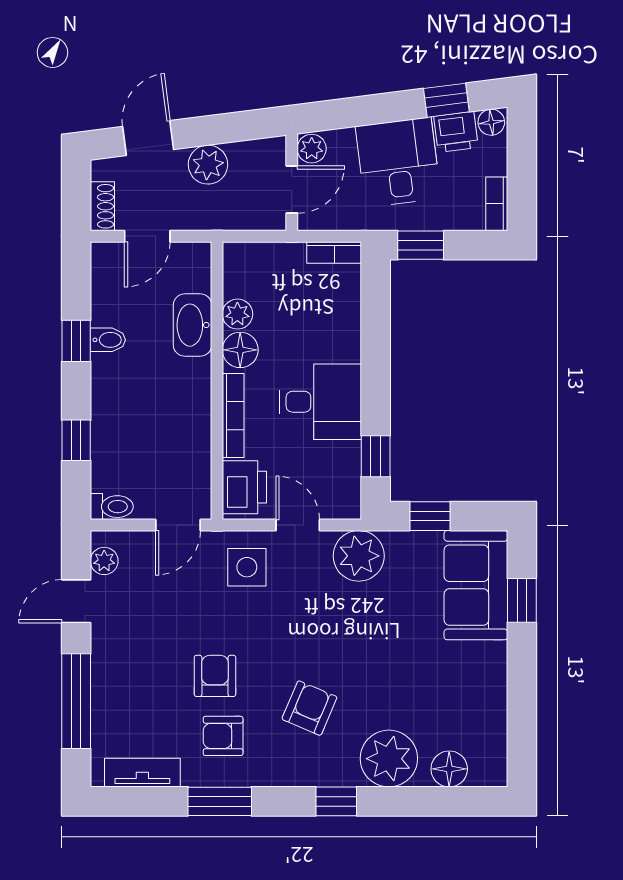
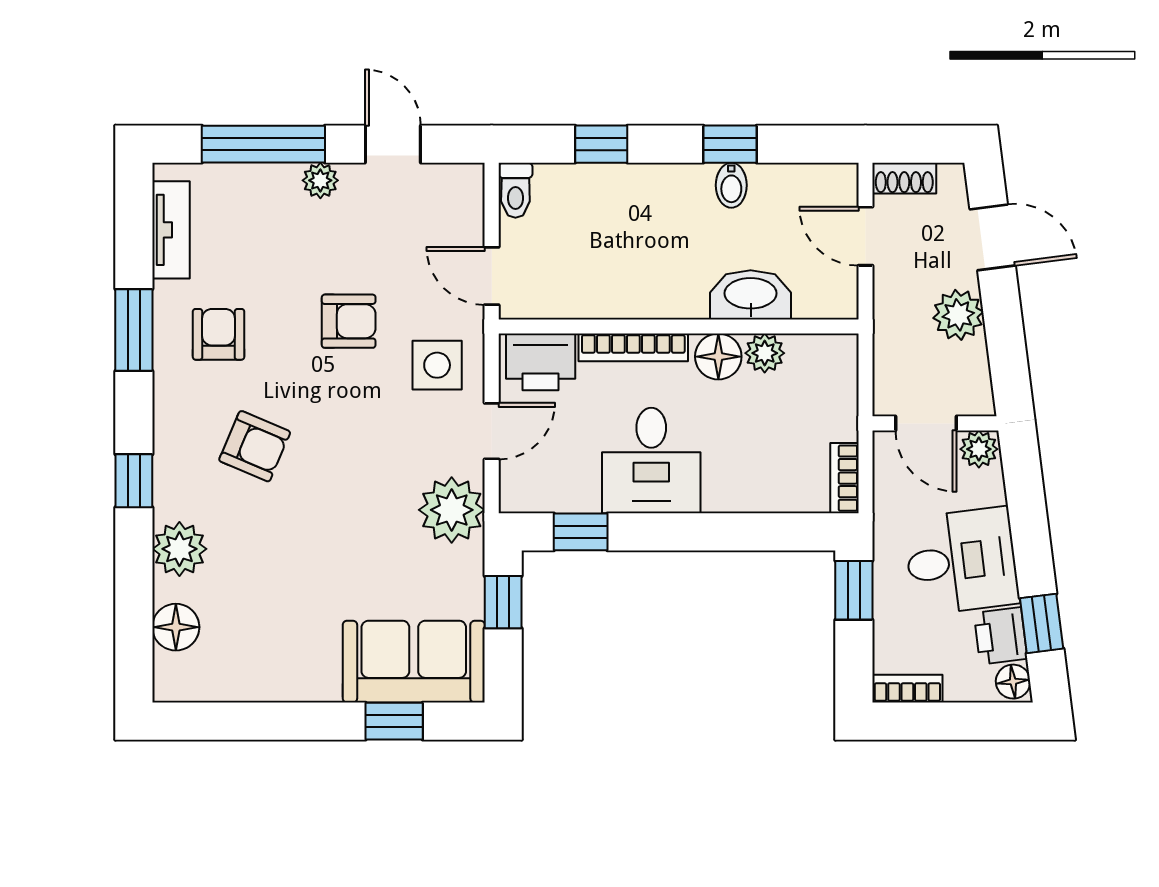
plant: (104, 561) -> (320, 180), moved
armchair: (215, 676) -> (349, 321), moved
plant: (389, 759) -> (179, 549), width x0.73, depth x0.73

